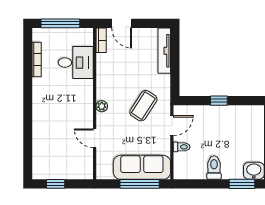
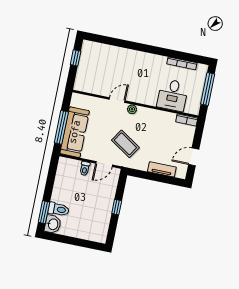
door: (122, 23) -> (194, 157), moved
tv unit: (164, 51) -> (162, 169), width x0.71
door: (172, 126) -> (104, 164), hinge flipped
door: (95, 138) -> (117, 100), moved
toilet: (214, 168) -> (59, 209), moved

